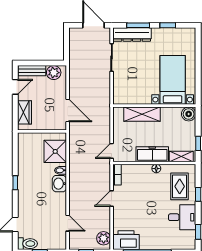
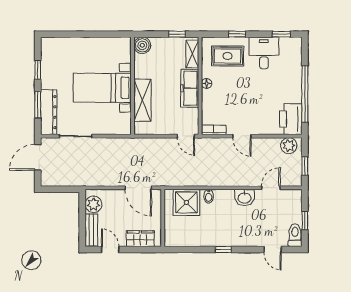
bed with nightstands: (173, 80) -> (102, 88), moved
door: (68, 110) -> (138, 188), swing flipped
washbasin: (59, 184) -> (245, 198), moved

